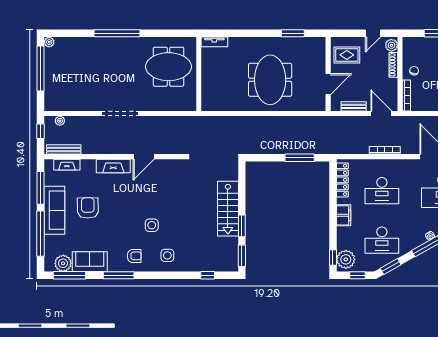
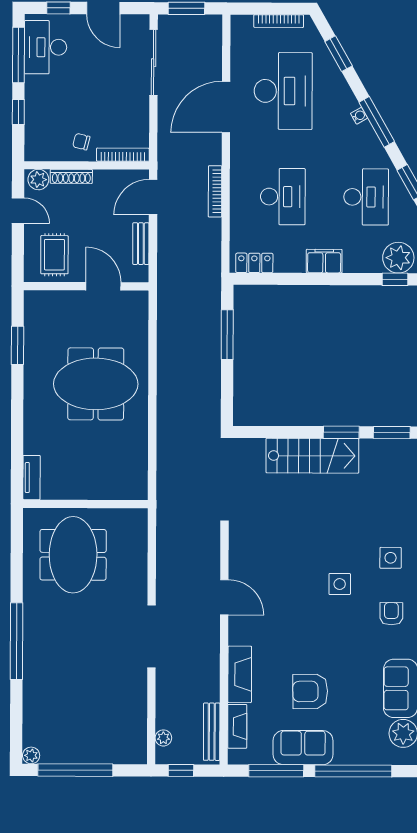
fireplace: (113, 166) -> (240, 674), moved
locker: (342, 180) -> (254, 263), width x0.66
sofa: (54, 210) -> (303, 748), width x0.73

